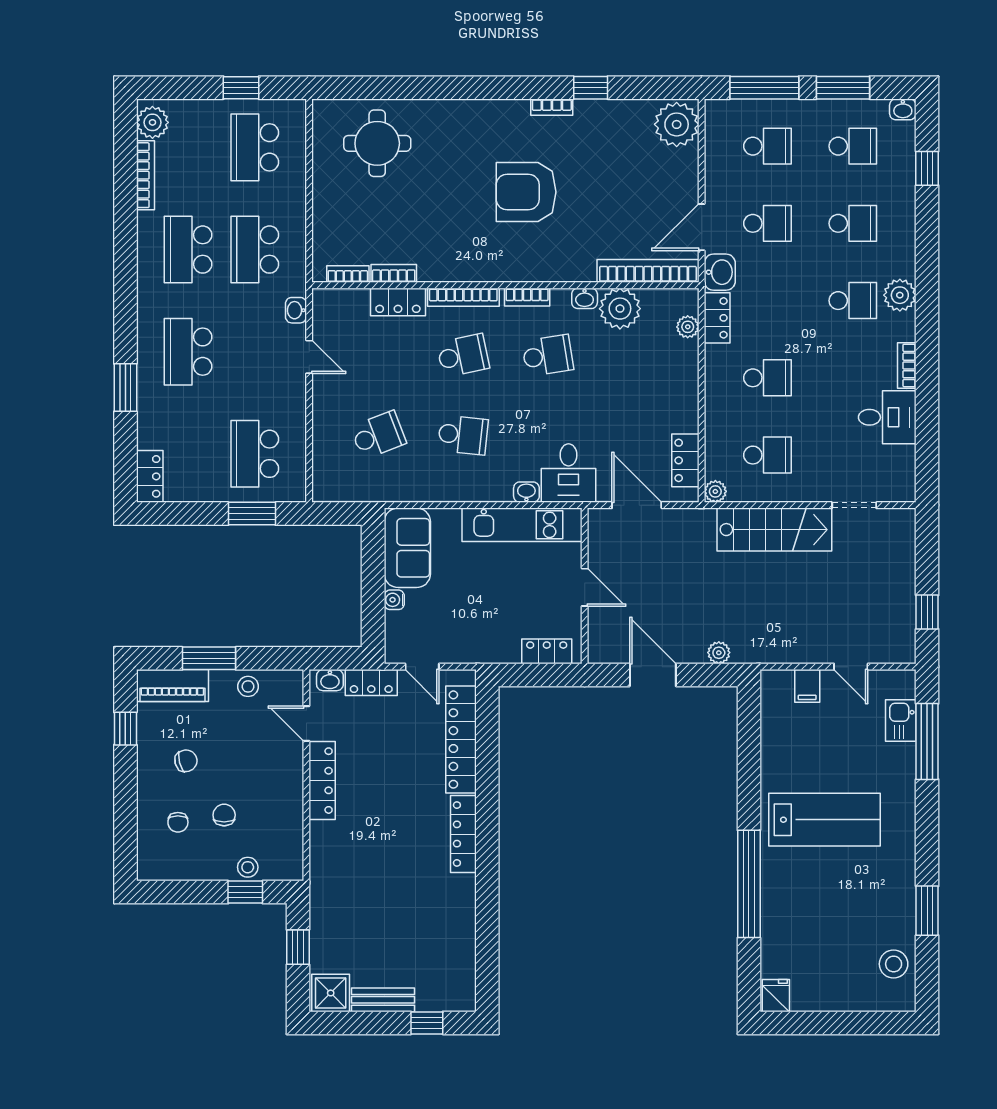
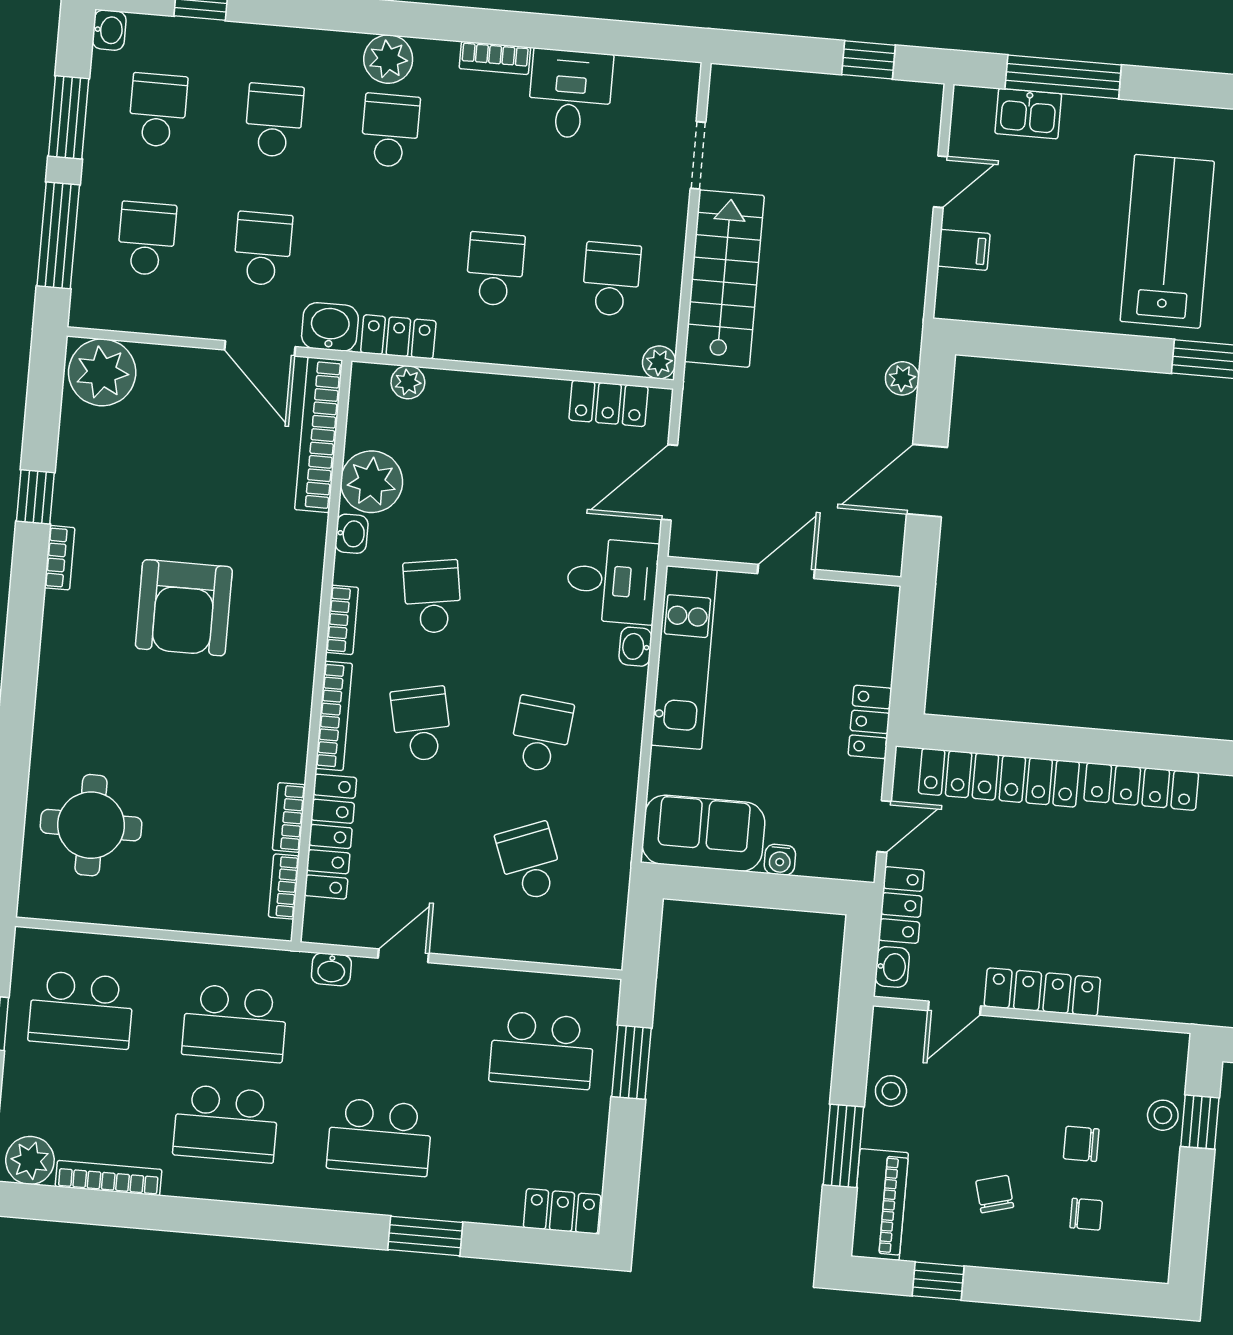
locker: (398, 302) -> (330, 837), width x1.53
locker: (547, 651) -> (870, 722), moved

